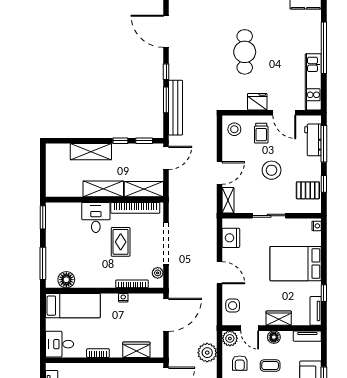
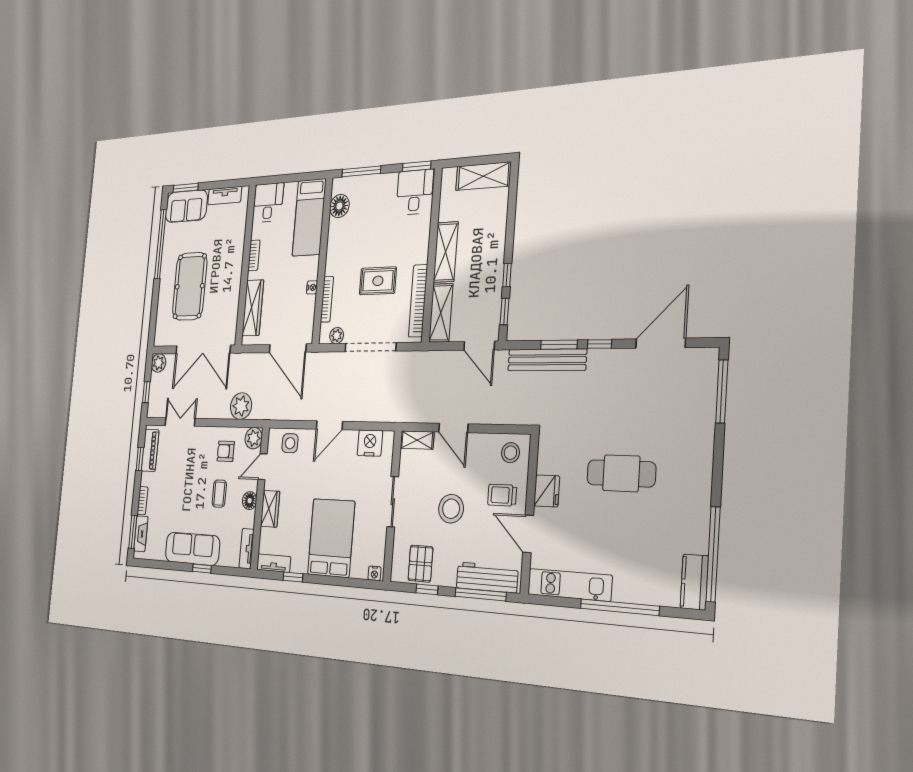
door: (284, 113) -> (528, 534), hinge flipped
workbench: (313, 140) -> (487, 577), width x1.38
shelving: (91, 152) -> (483, 176), moved, turned 90
desk: (96, 217) -> (415, 192), moved, turned -90
wardrobe: (136, 350) -> (253, 308), width x1.50

